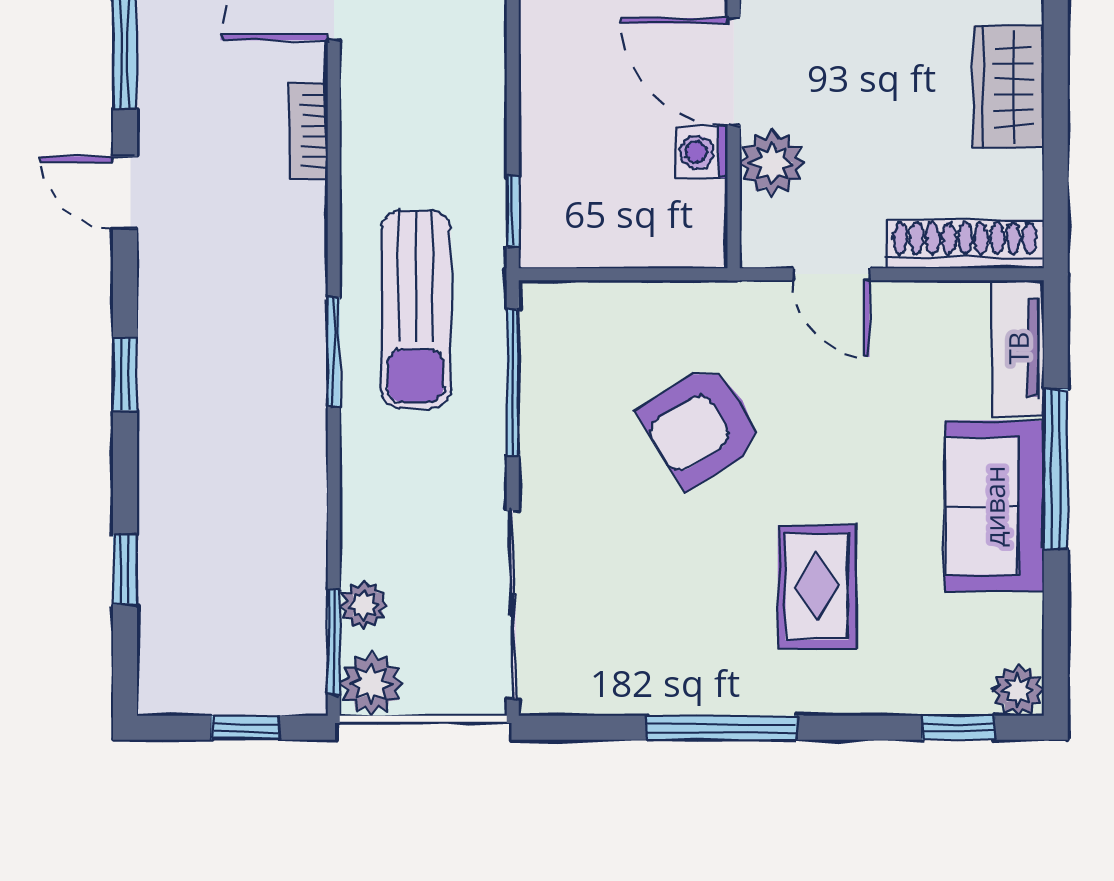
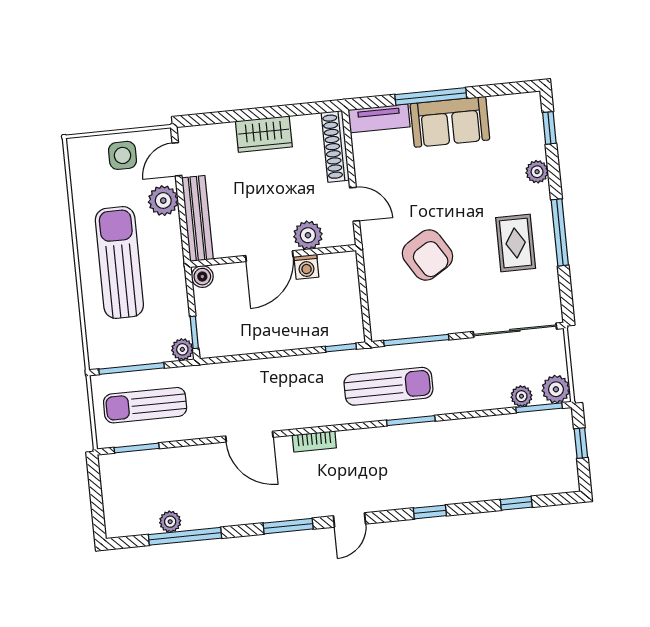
door: (831, 274) -> (355, 204), hinge flipped
rug: (817, 587) -> (516, 243), moved, turned 90
plant: (1018, 690) -> (537, 172), moved

